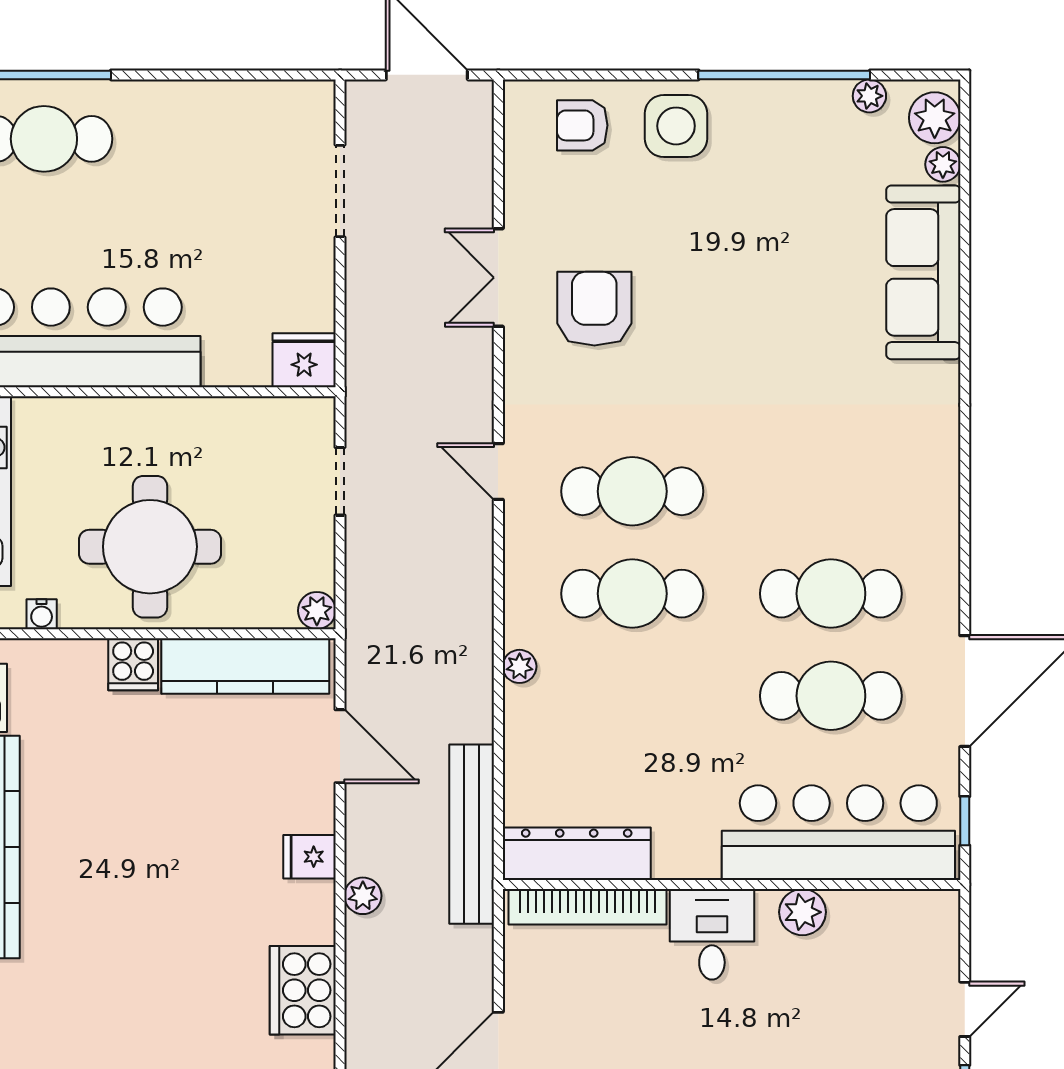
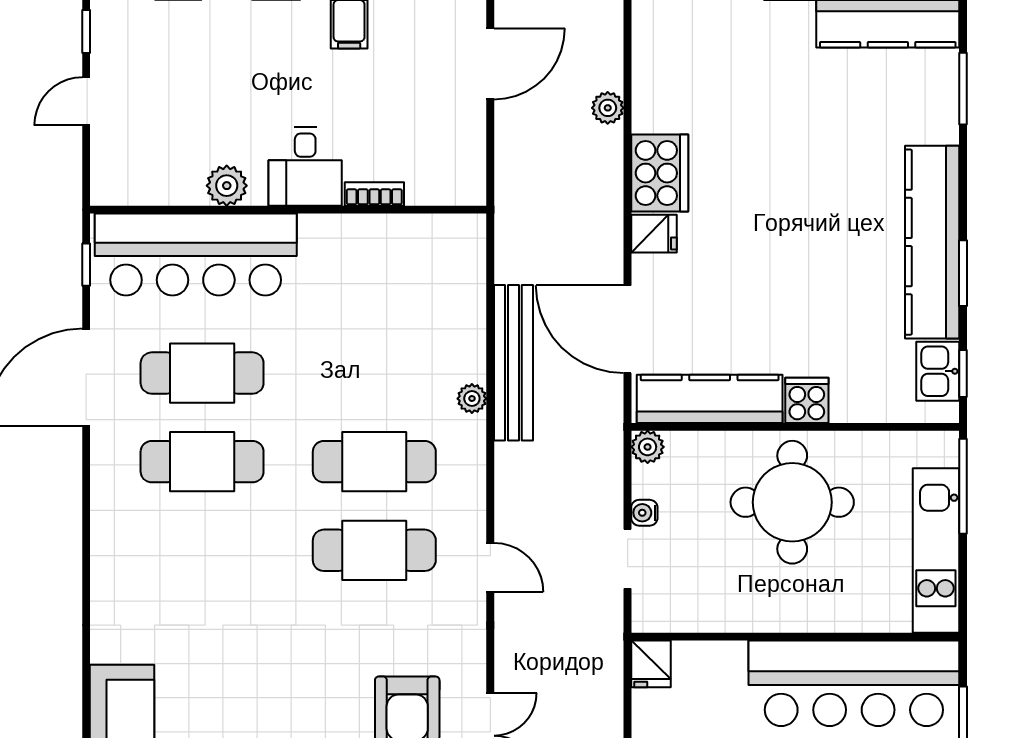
fridge: (304, 360) -> (651, 664), width x0.72
water cooler: (42, 614) -> (644, 513), moved, turned -90
door: (340, 746) -> (628, 329), width x1.36
bench: (472, 834) -> (513, 363), moved
dresser: (577, 854) -> (422, 236), removed
plant: (363, 896) -> (608, 108), moved
bookcase: (588, 907) -> (374, 194), width x0.43, depth x0.76
cooker: (303, 990) -> (660, 173), moved

